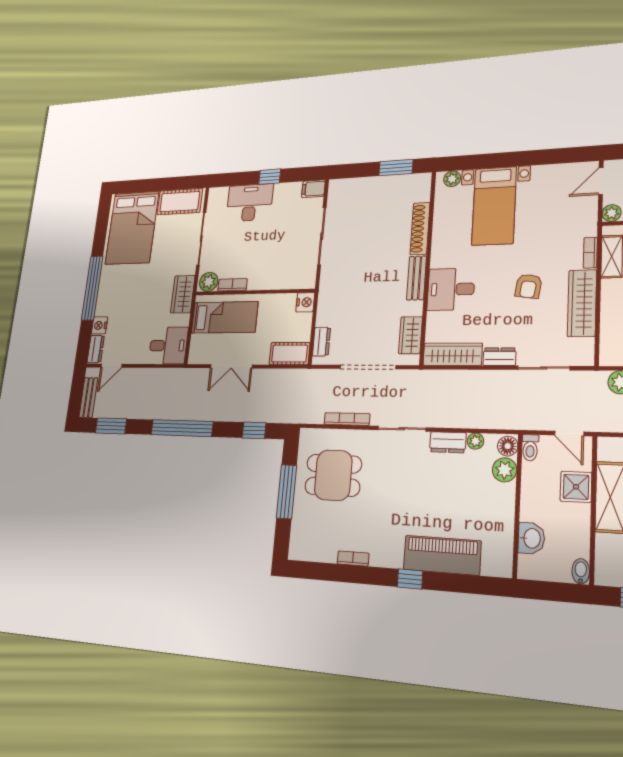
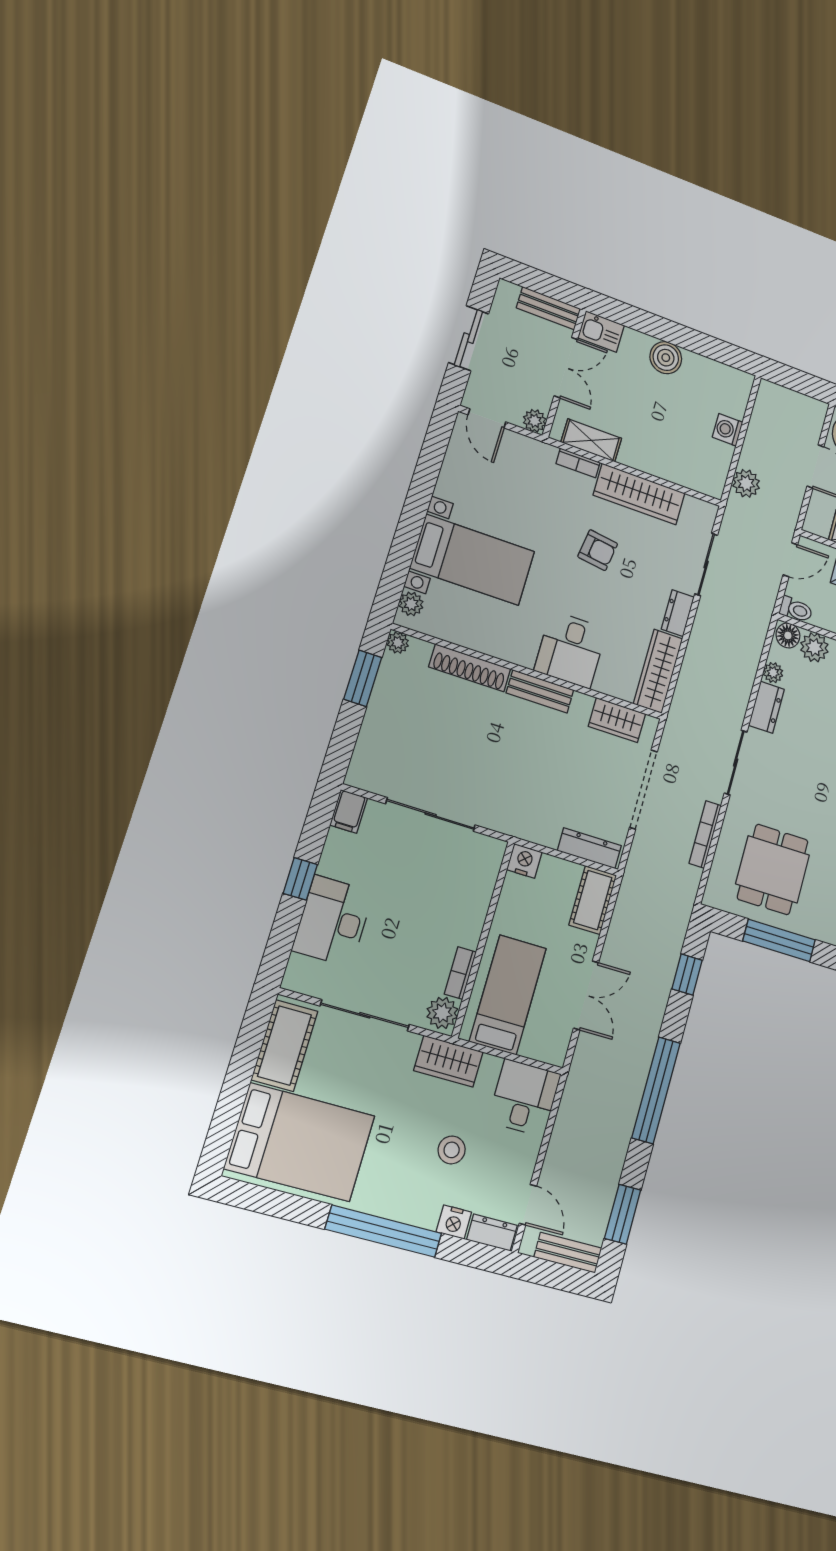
plant: (424, 180) -> (398, 643), added
stool: (136, 312) -> (452, 1150), added
dresser: (322, 342) -> (589, 848), width x1.44

